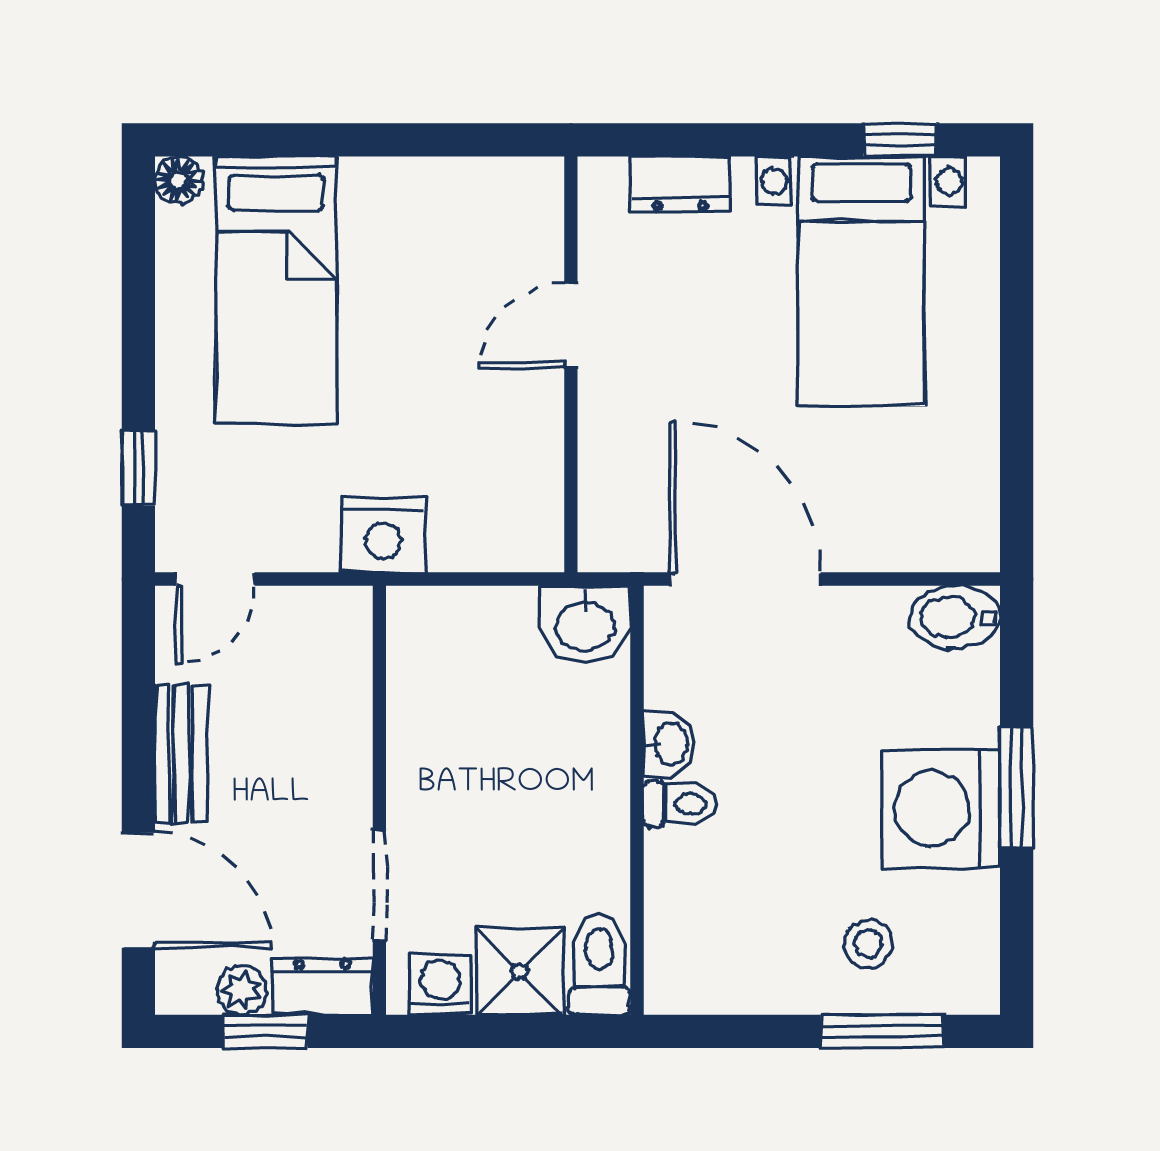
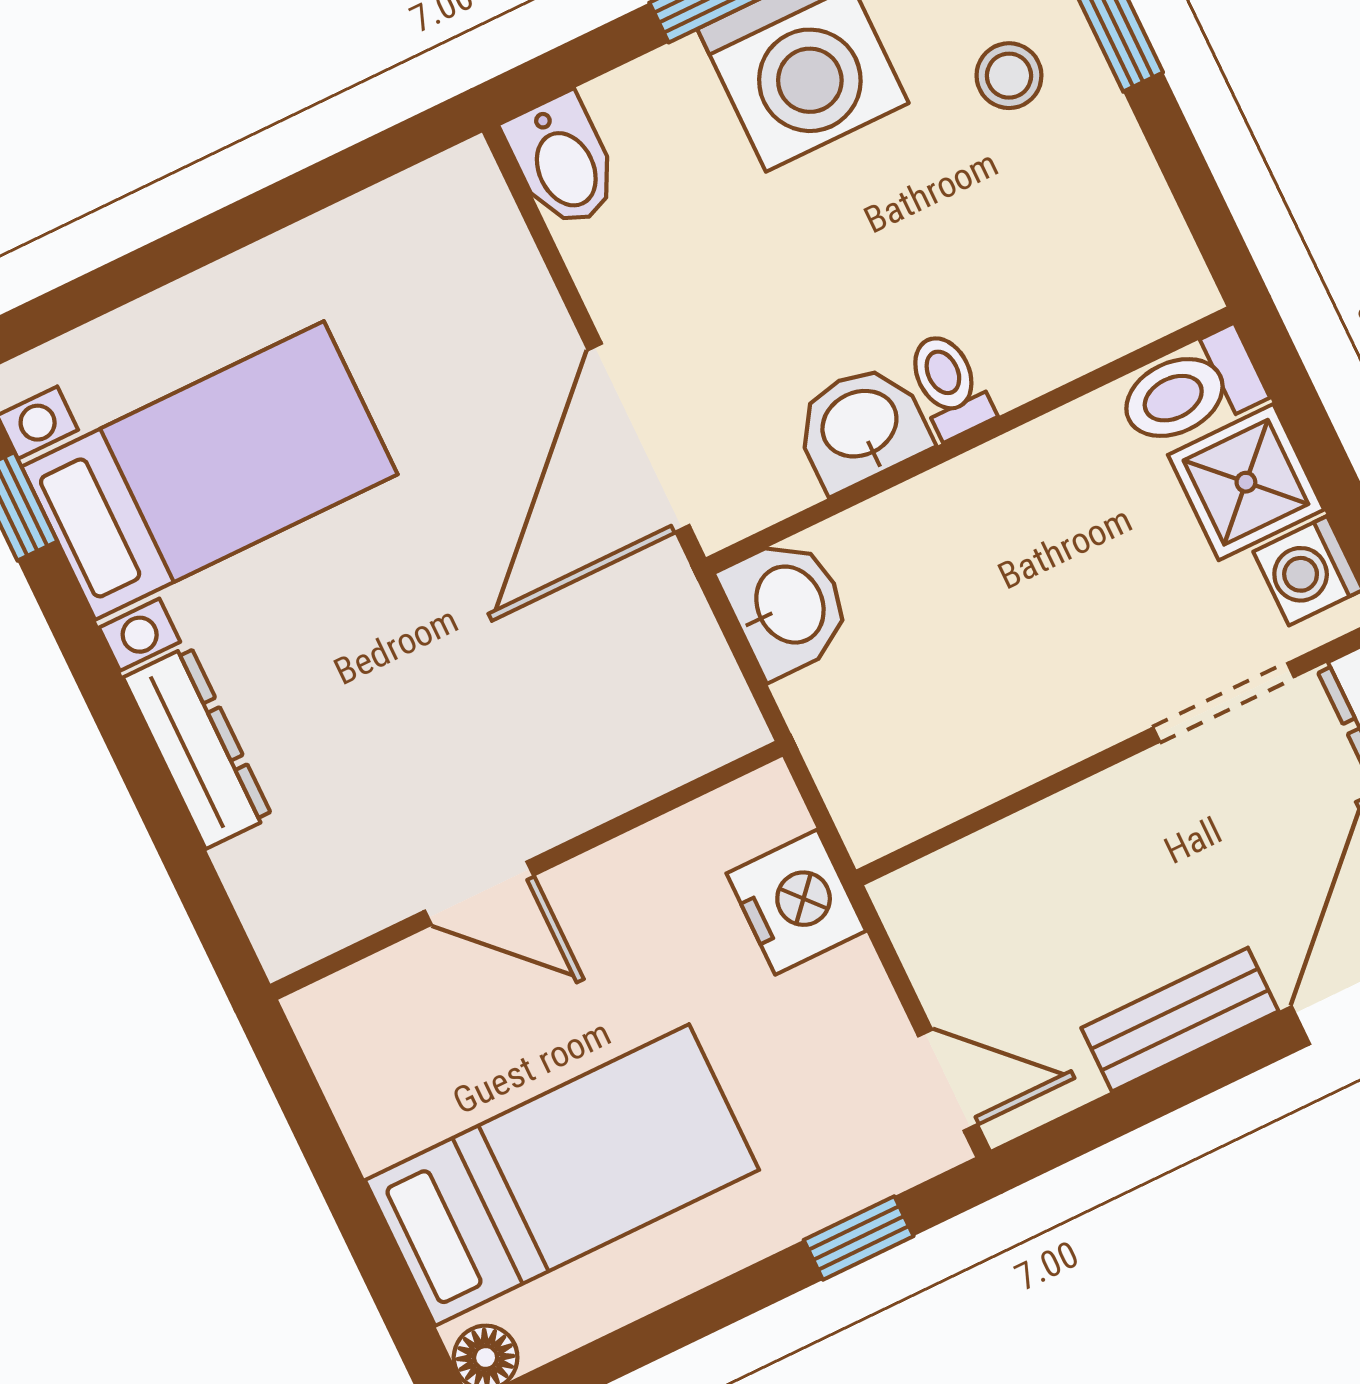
dresser: (680, 184) -> (198, 747), width x1.44
door: (571, 325) -> (479, 893), moved
wall: (571, 364) -> (526, 870), moved
washbasin: (670, 744) -> (861, 426), width x1.38, depth x1.45

